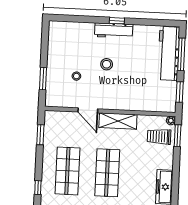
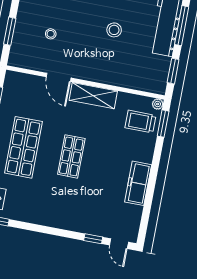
stool: (107, 64) -> (114, 30), moved
shop shelf: (107, 173) -> (71, 156), width x0.70, depth x0.74

